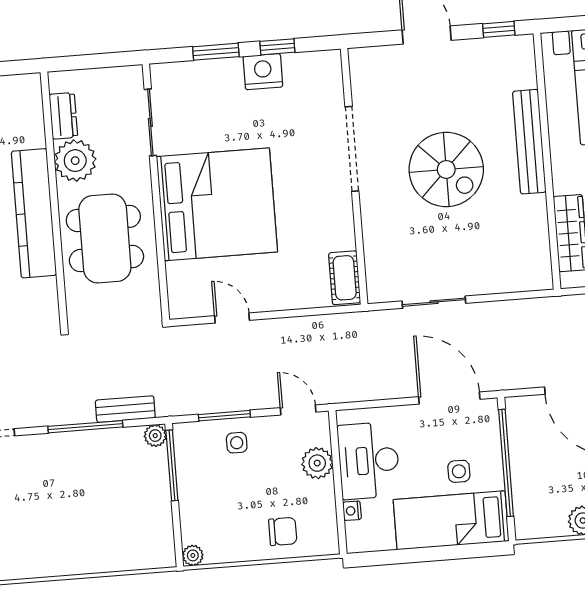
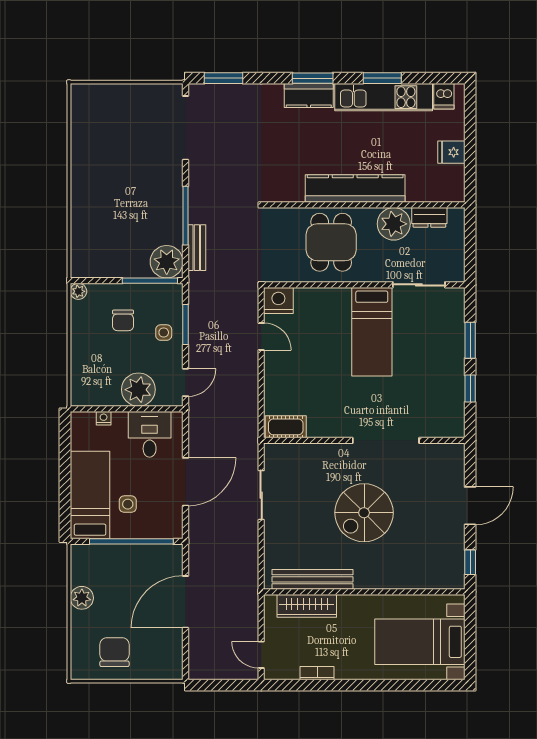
nightstand: (263, 72) -> (278, 301), moved, turned -90
bench: (529, 142) -> (313, 579), moved
bed: (217, 204) -> (372, 332), width x0.49
dining table: (105, 238) -> (331, 242), width x0.73
door: (232, 318) -> (261, 337), hinge flipped
door: (449, 398) -> (185, 482), moved
plant: (155, 436) -> (167, 262), width x1.88, depth x1.88
desk: (369, 461) -> (150, 434), width x0.73
plant: (317, 463) -> (138, 390), width x1.36, depth x1.36
chair: (283, 531) -> (123, 320), moved

